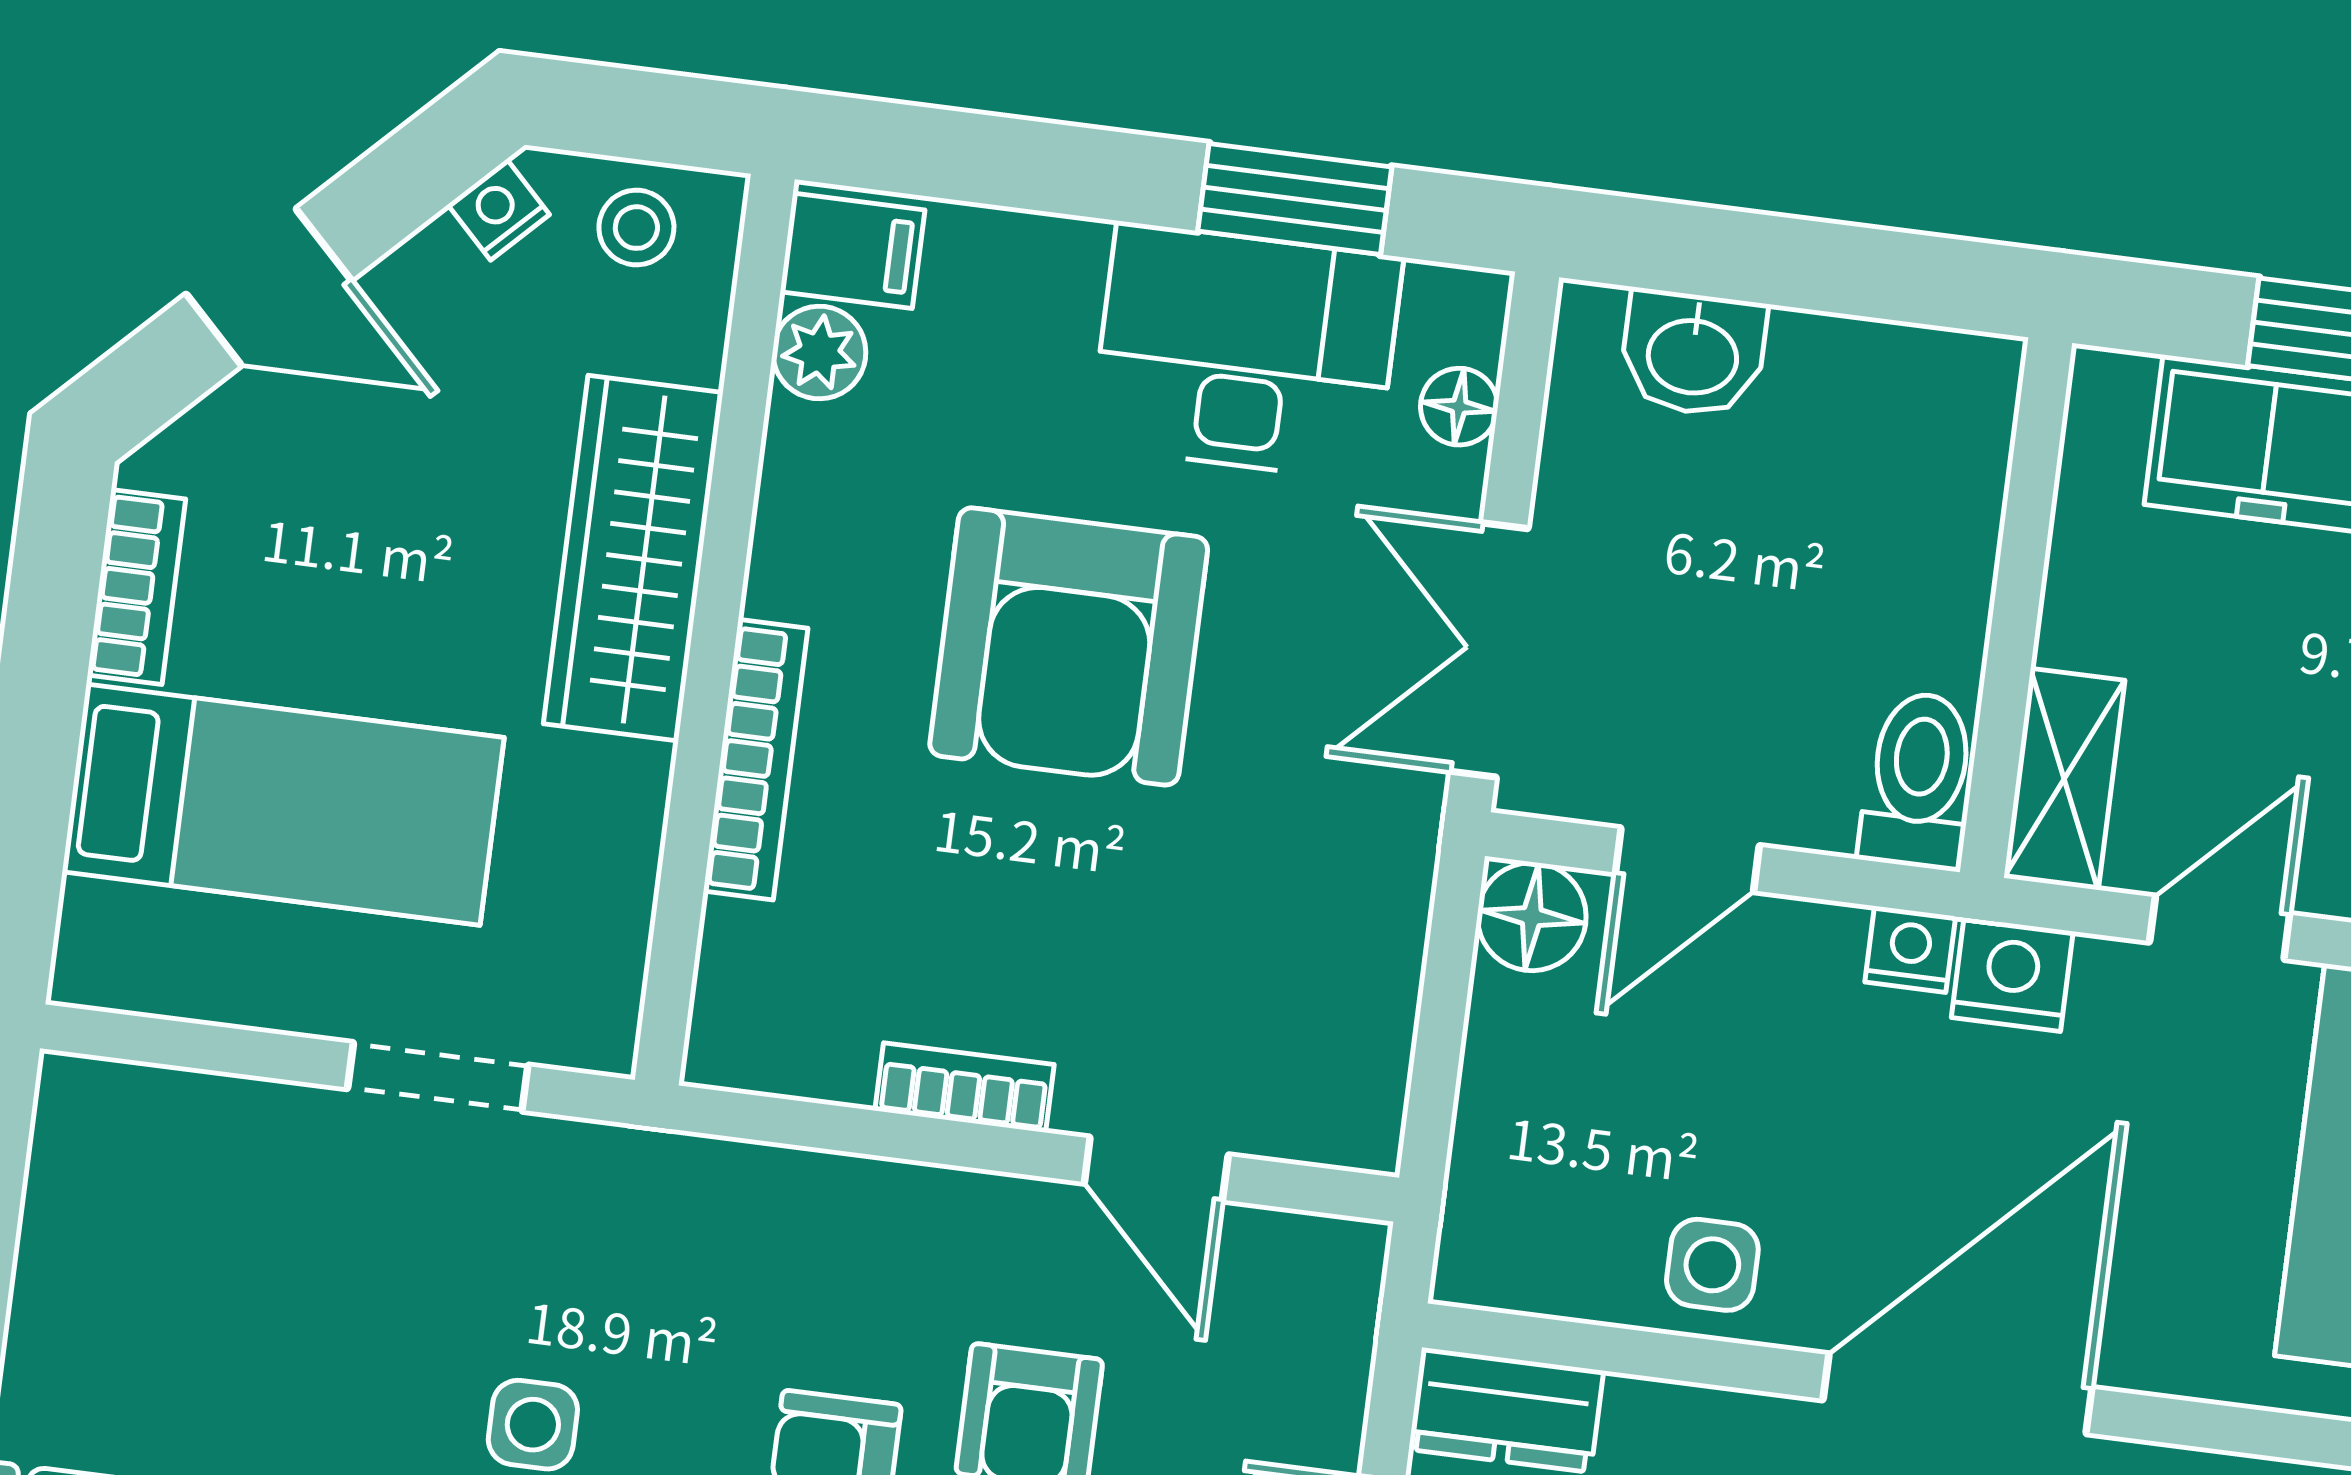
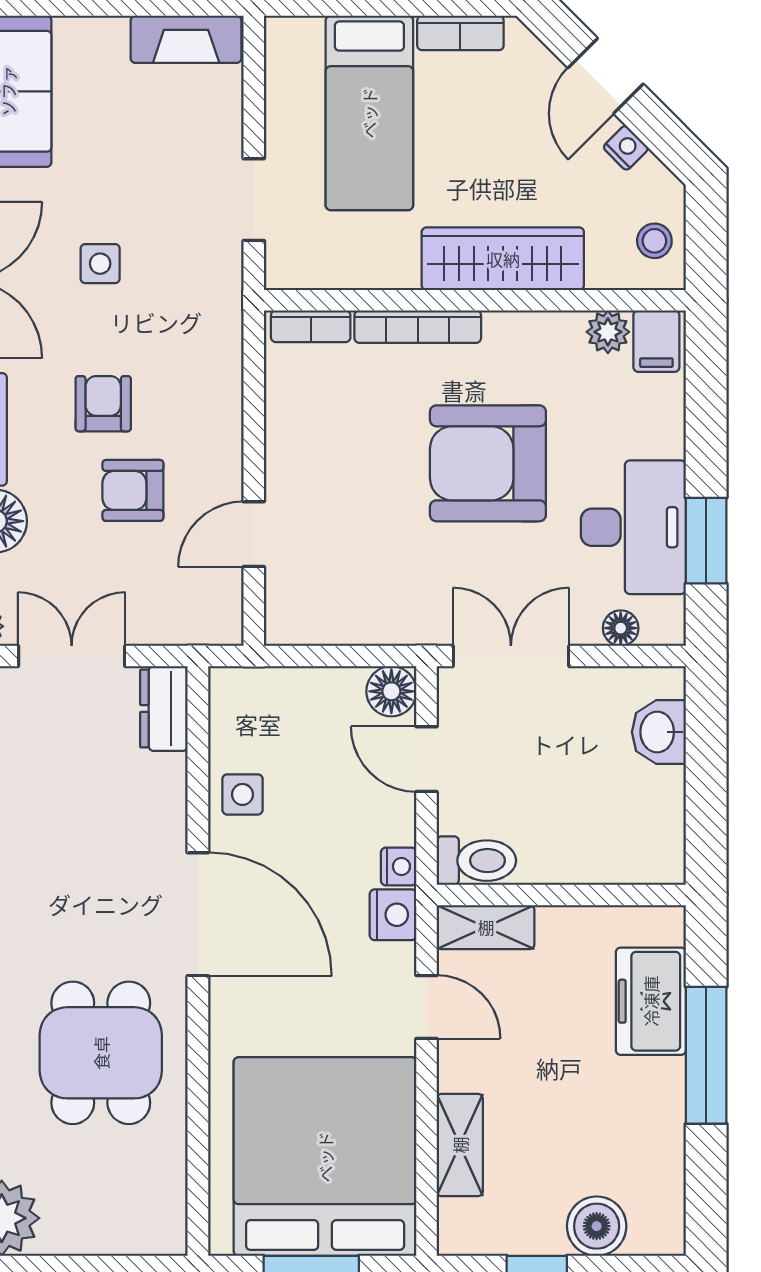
nightstand: (499, 210) -> (626, 148), moved
bookcase: (964, 1088) -> (311, 326), moved, turned 90
fireplace: (75, 1178) -> (186, 39), added

